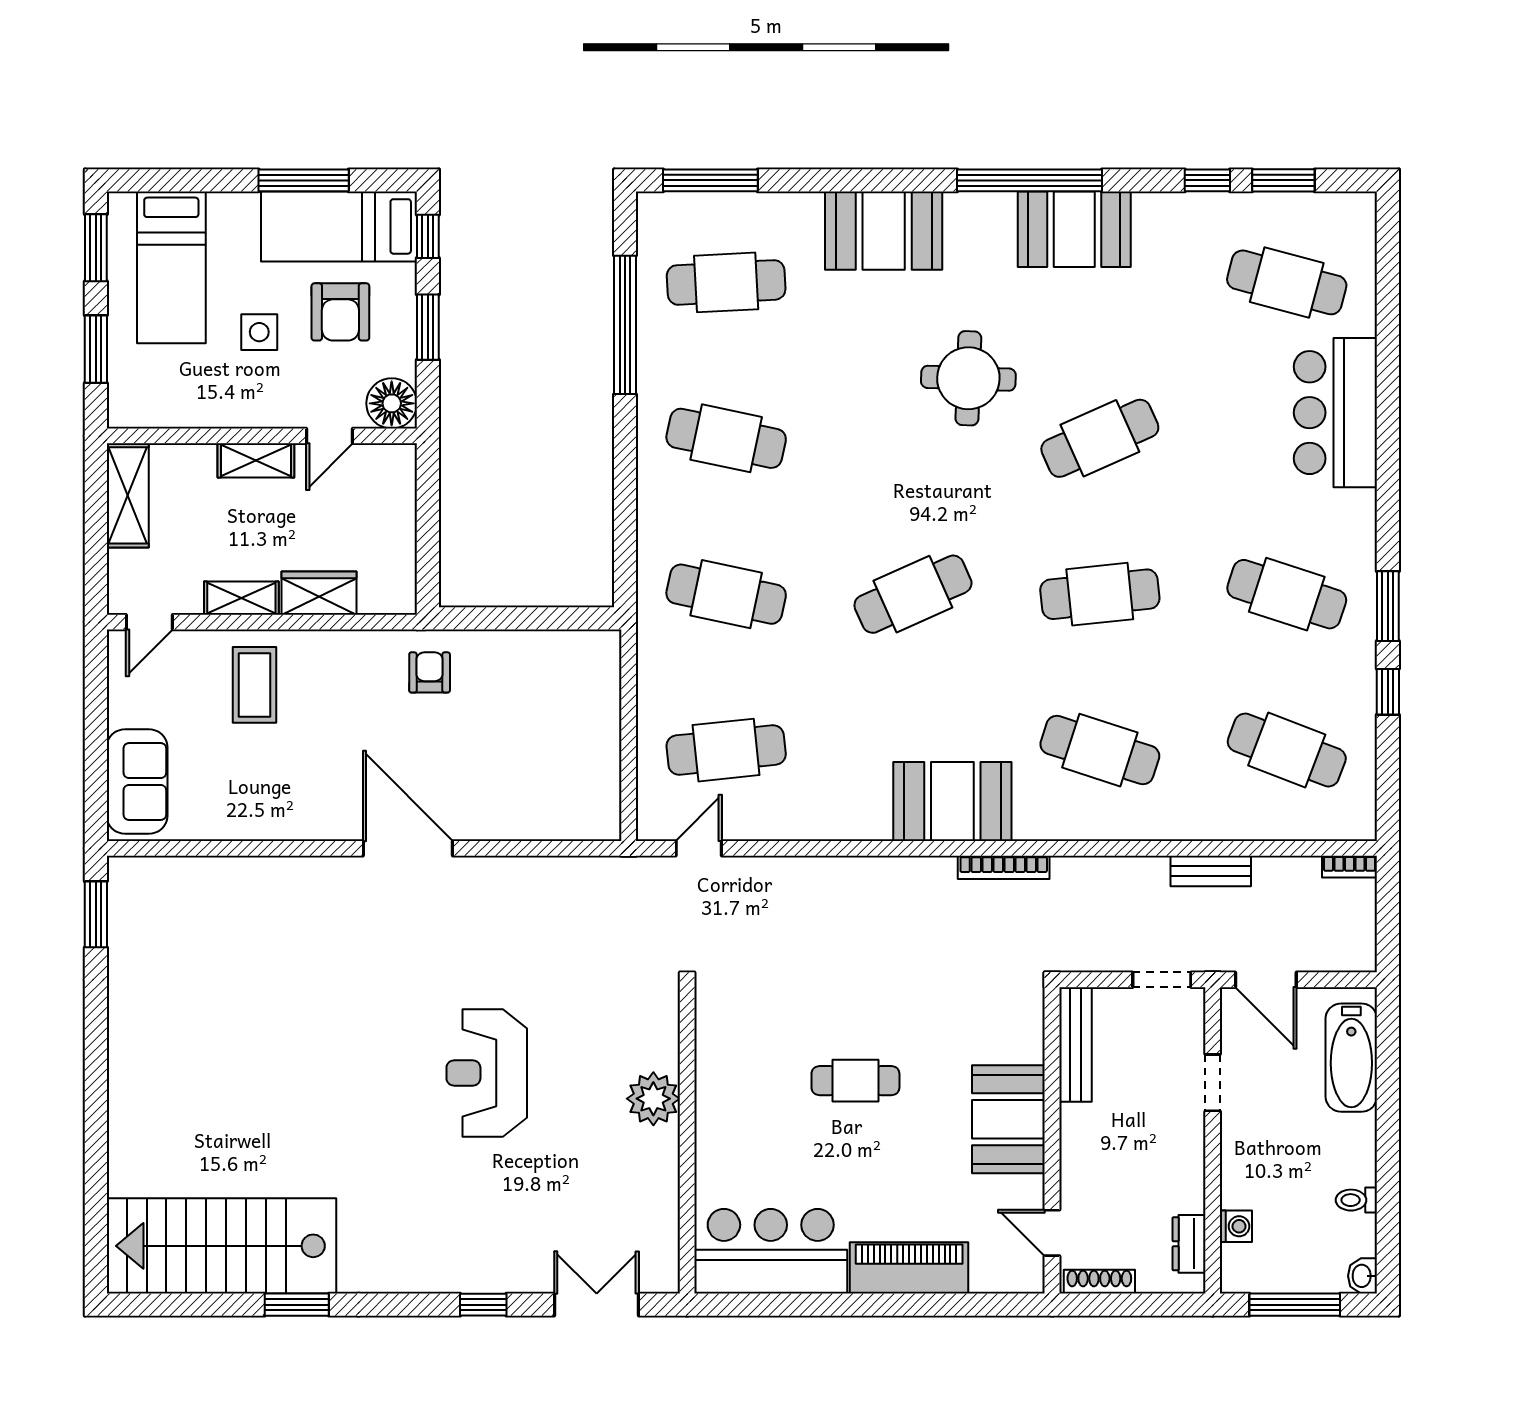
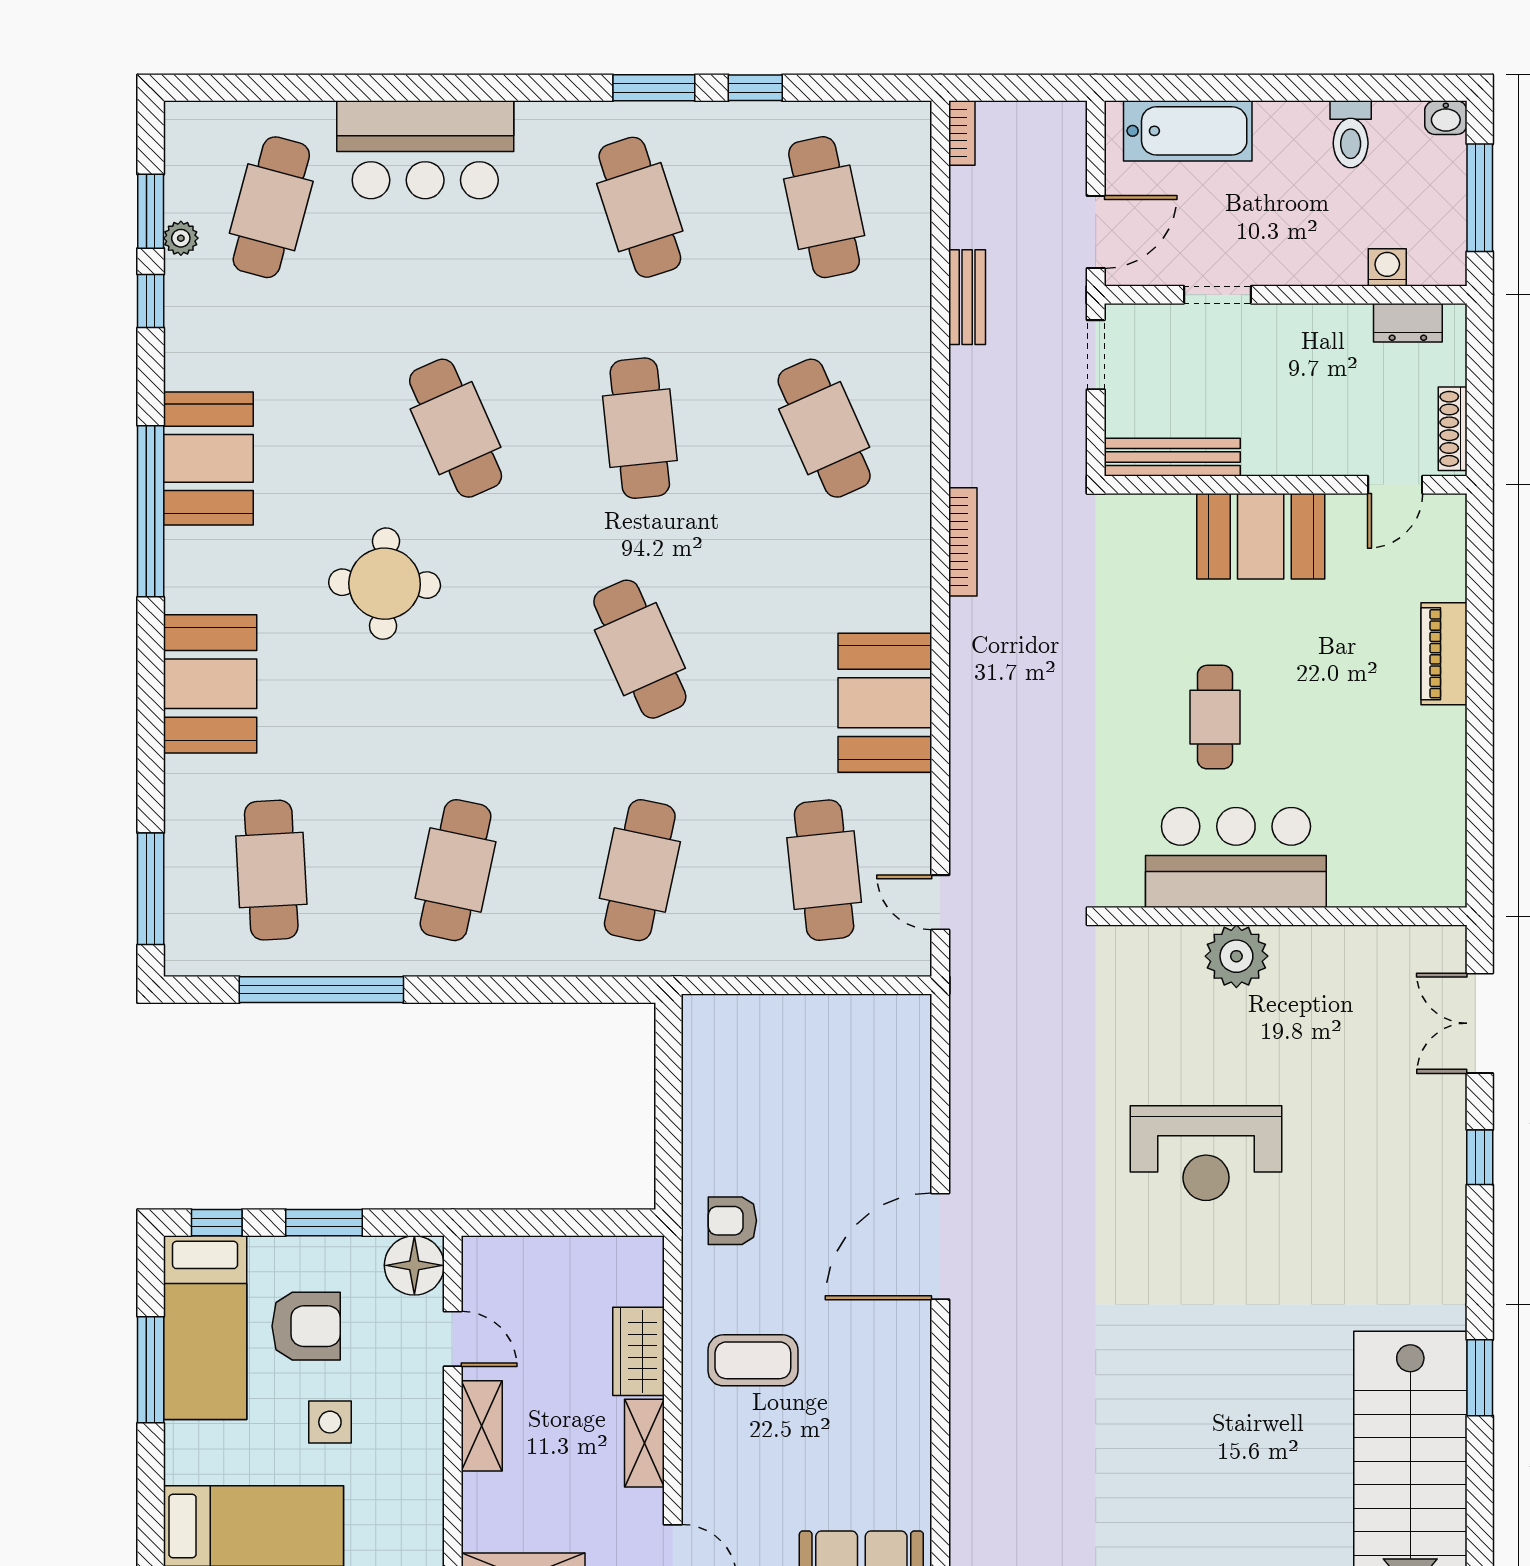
plant: (1261, 206) -> (181, 238), added
cafe table: (1287, 594) -> (640, 207), turned -36
coffee table: (254, 685) -> (753, 1360), moved
cafe table: (1100, 750) -> (824, 428), turned -42
cafe table: (1287, 750) -> (824, 207), turned -33
booth: (952, 802) -> (885, 703), moved
toilet: (1356, 1200) -> (1351, 134), width x1.37, depth x1.39
bar counter: (771, 1251) -> (1236, 857), moved, turned 90
piano: (909, 1268) -> (1444, 654), width x0.73, depth x0.75

